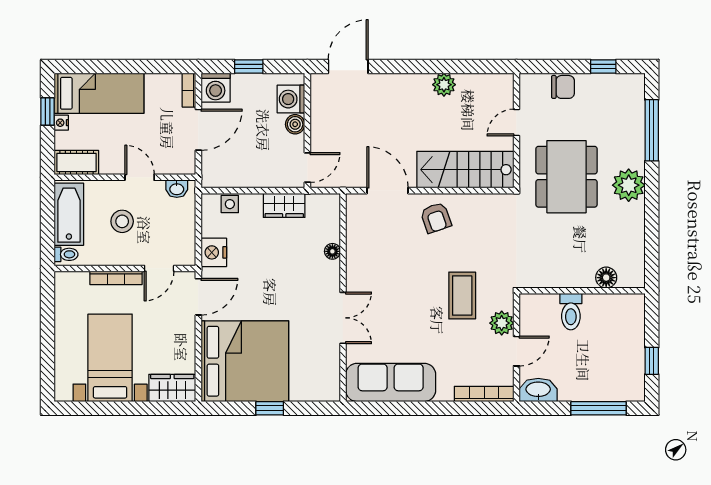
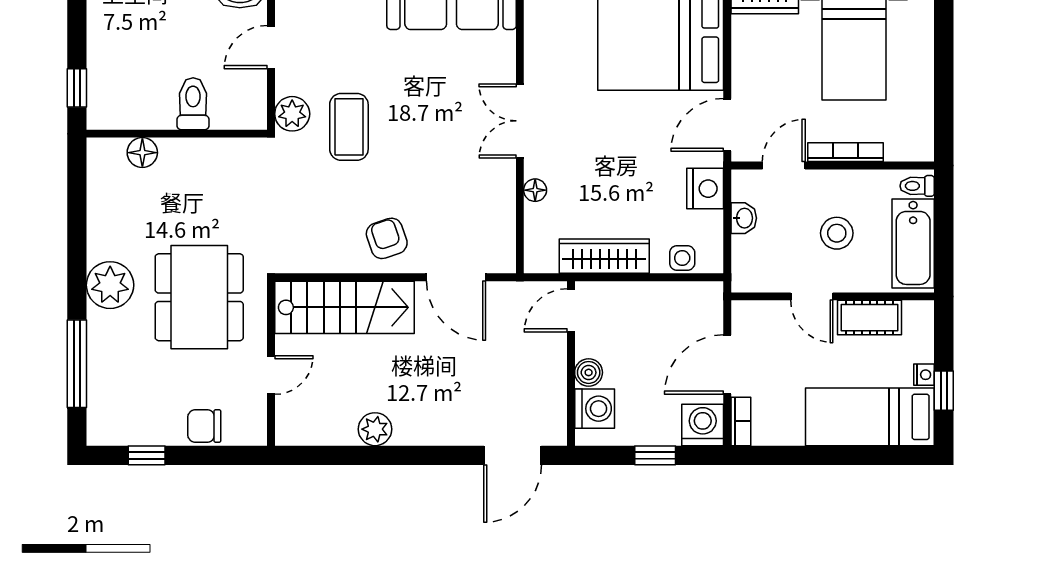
cot: (76, 163) -> (870, 318), moved
washbasin: (177, 189) -> (744, 218), moved, turned 90
wardrobe: (284, 205) -> (604, 256), width x1.50
double door: (343, 318) -> (520, 121), moved
plant: (502, 323) -> (292, 114), moved
window: (652, 361) -> (77, 88), moved

